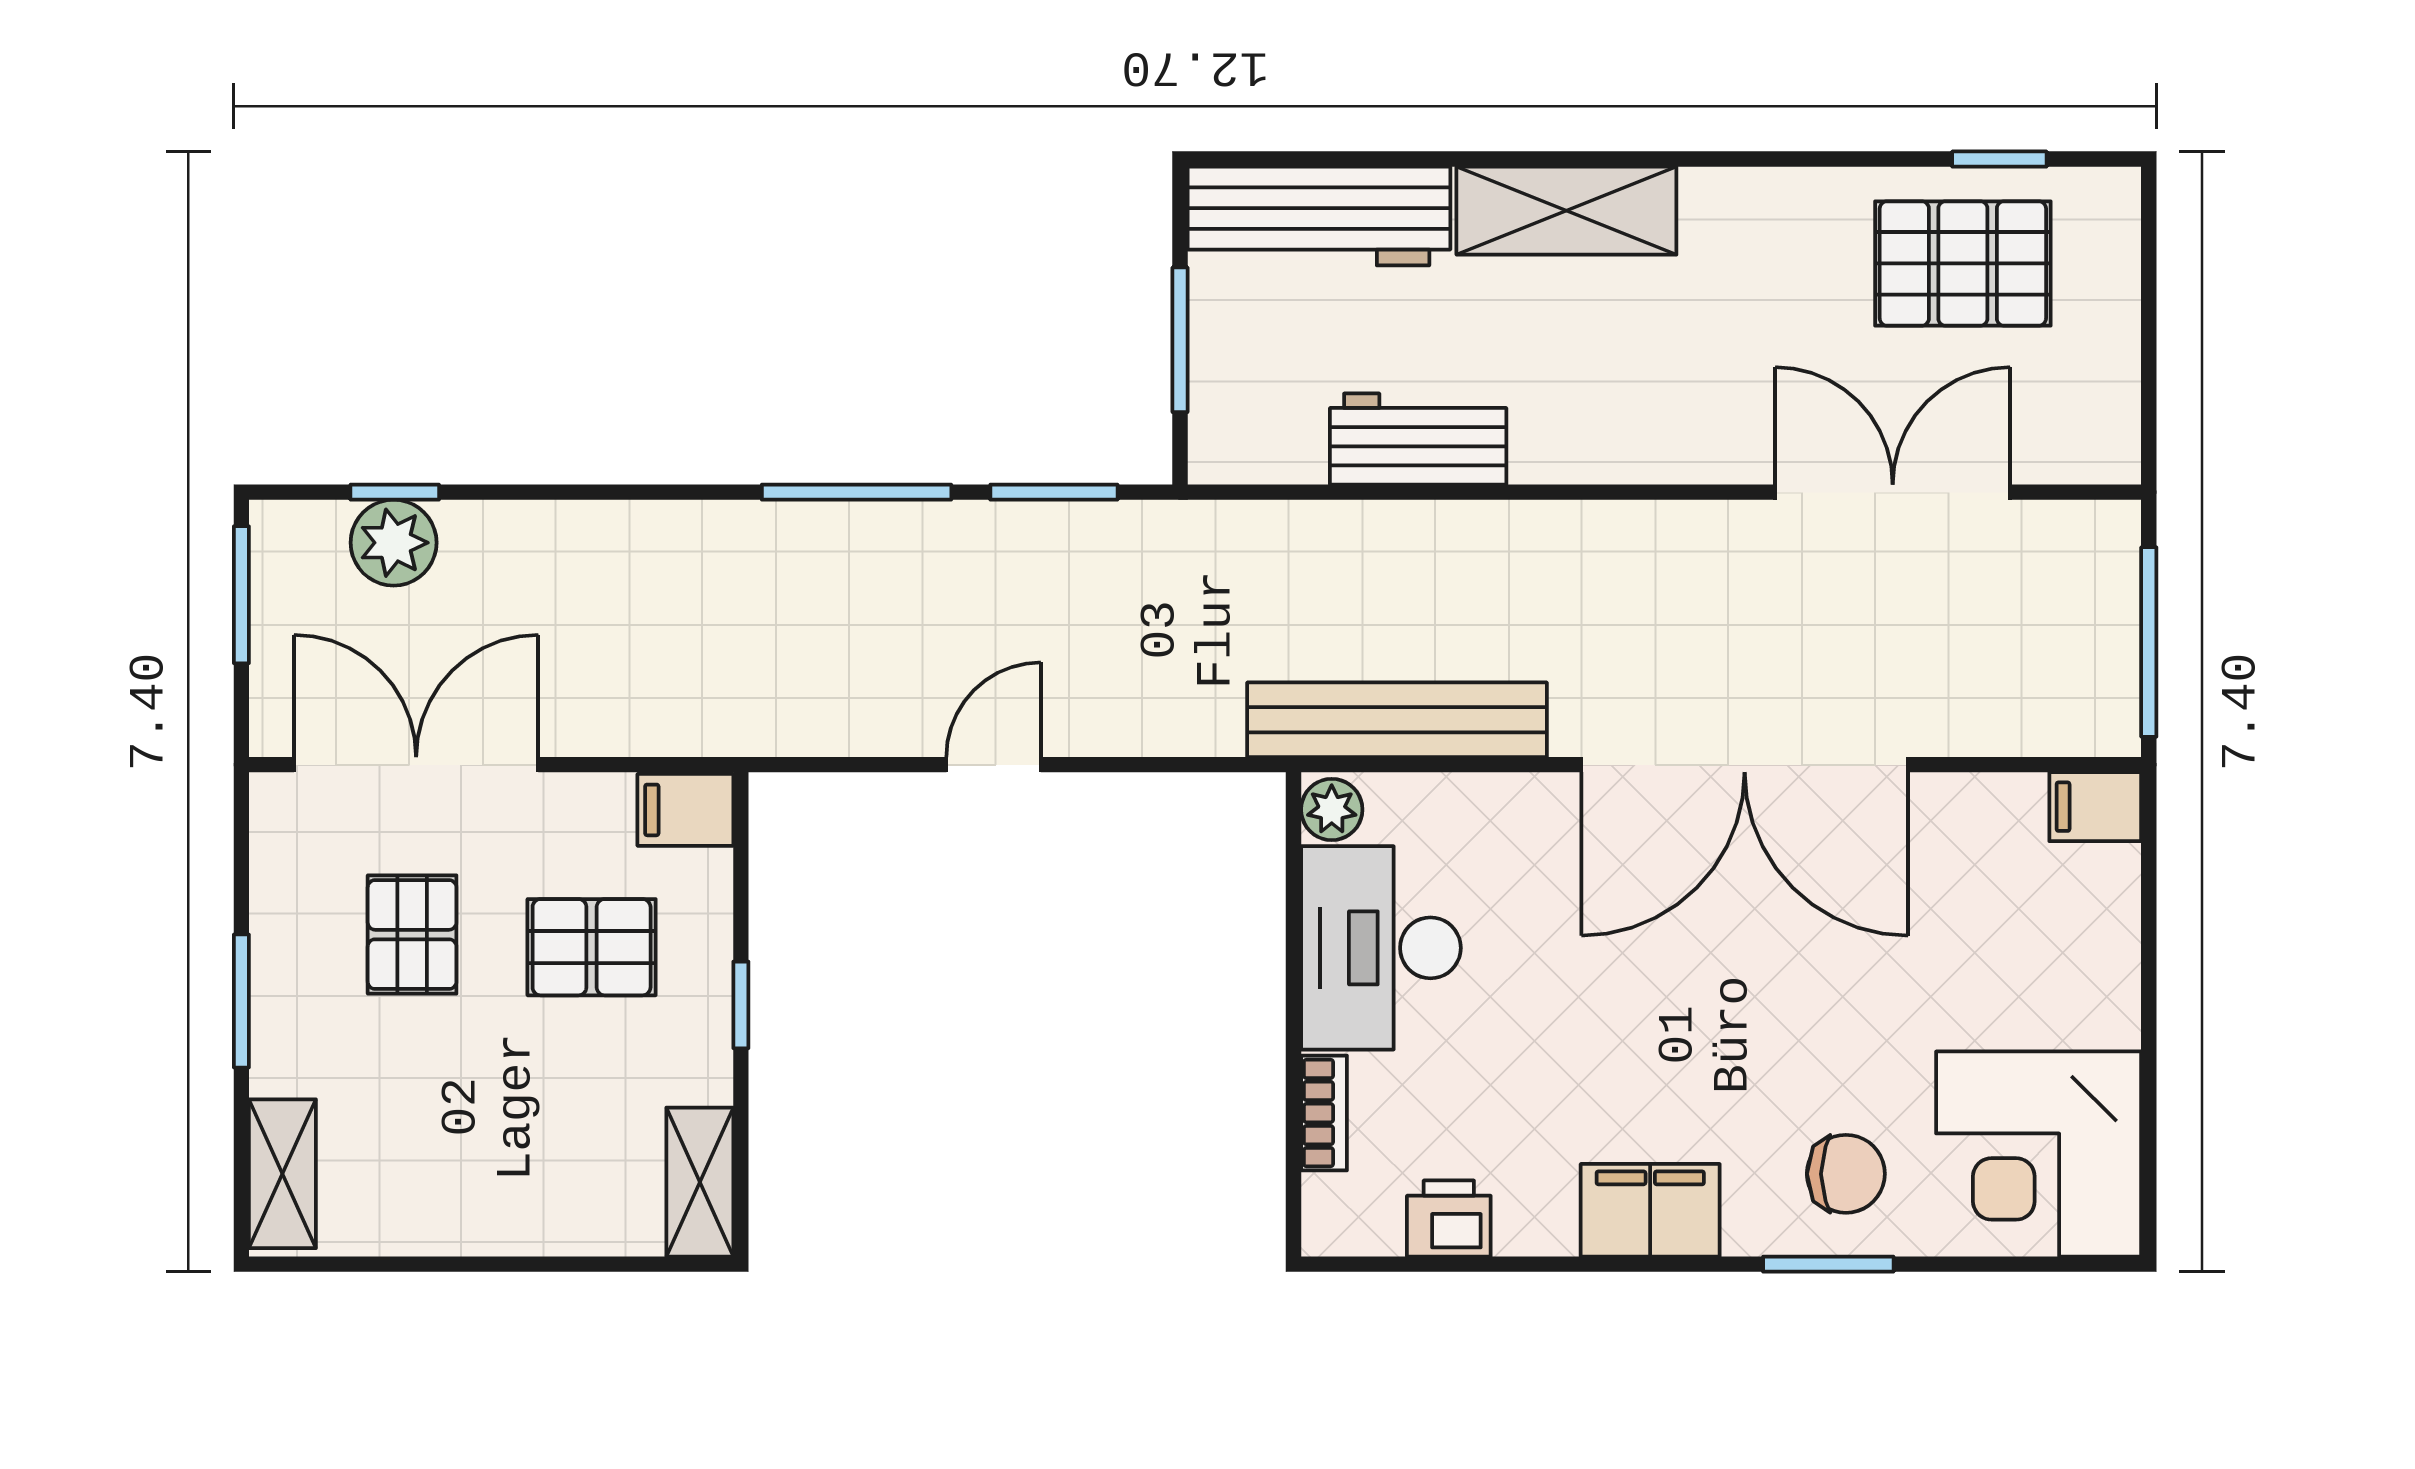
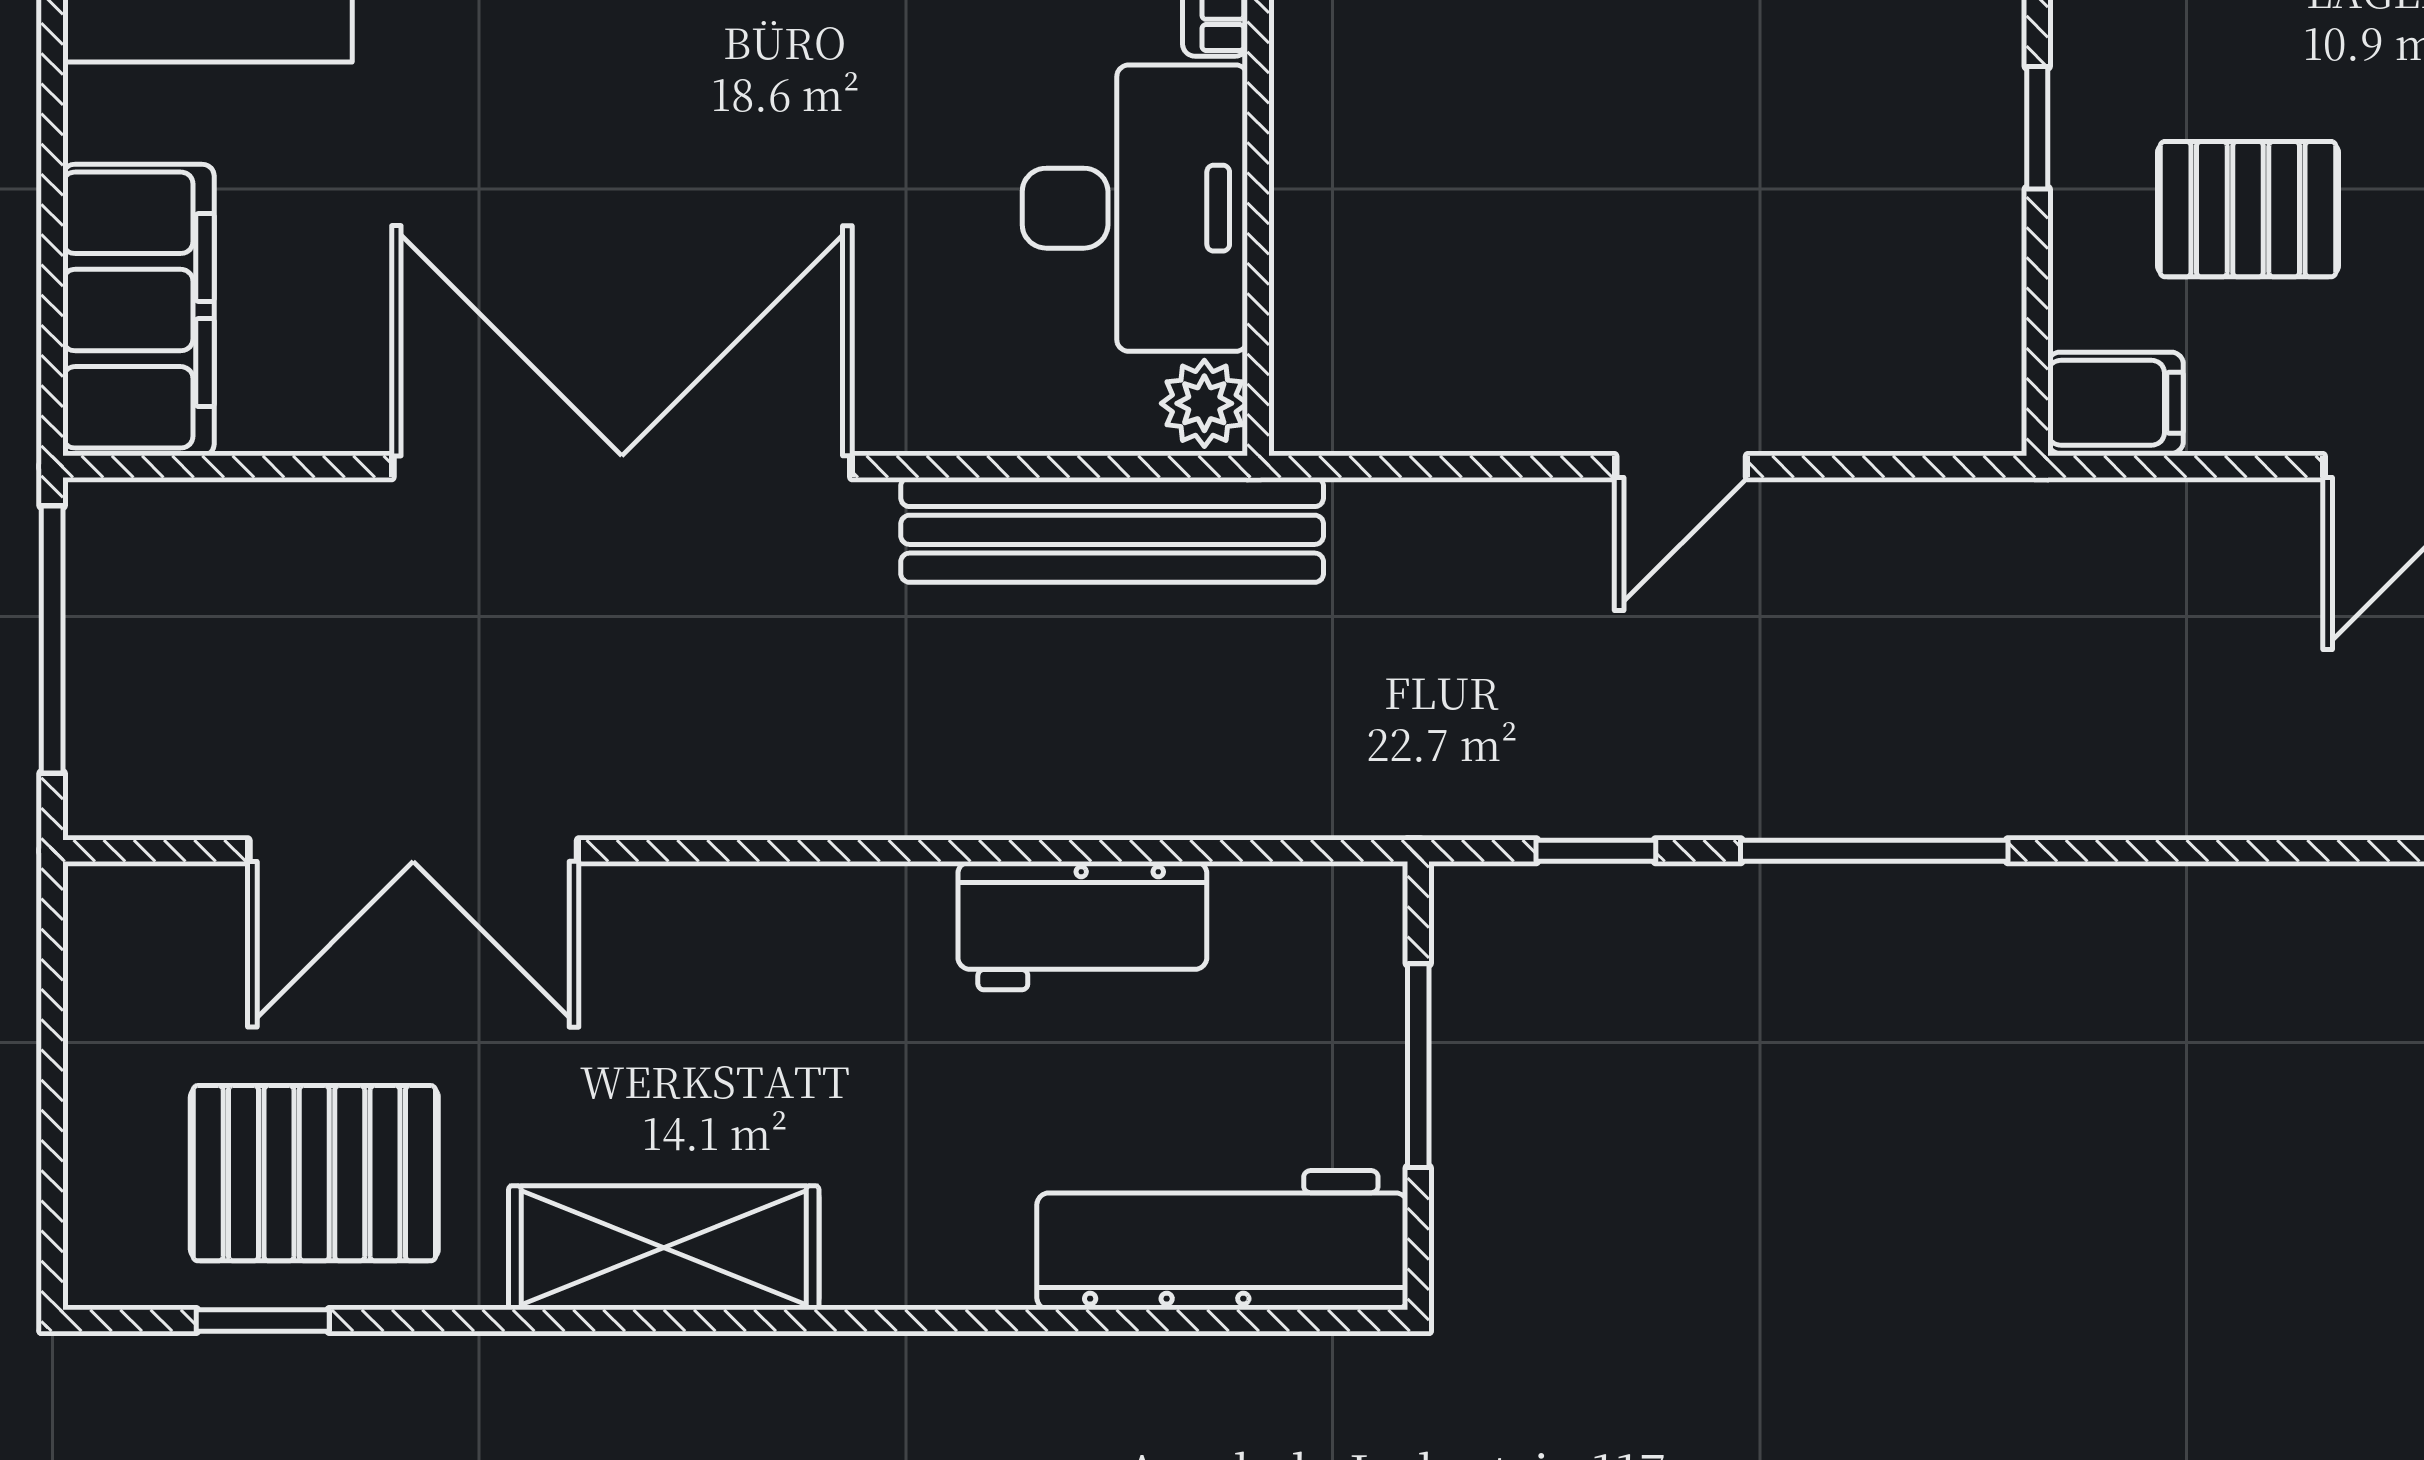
shelving: (1566, 211) -> (664, 1248), moved
window: (1054, 492) -> (1596, 851), width x0.67
filing cabinet: (2095, 807) -> (138, 310), width x3.00, depth x1.17

